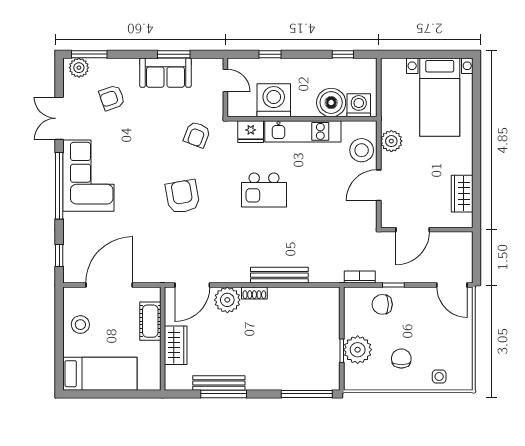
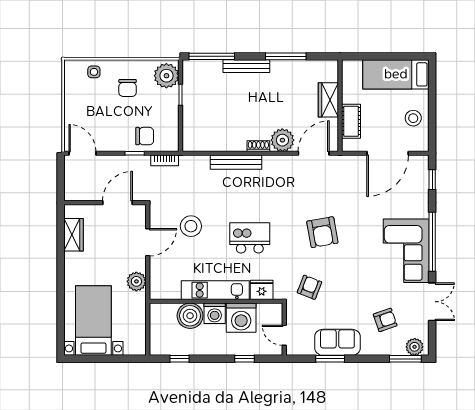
washing machine: (359, 105) -> (215, 313), moved
stool: (362, 150) -> (191, 226), moved
plant: (358, 350) -> (166, 76), moved
bench: (219, 383) -> (246, 66), moved

